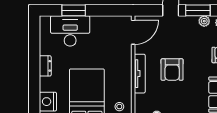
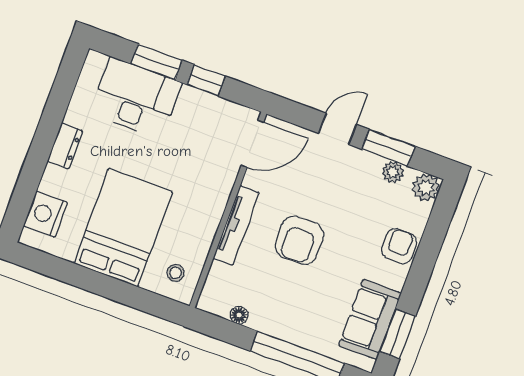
window: (100, 10) -> (206, 80), added

